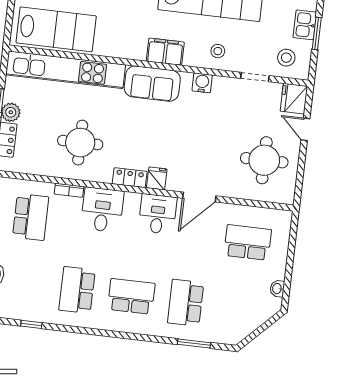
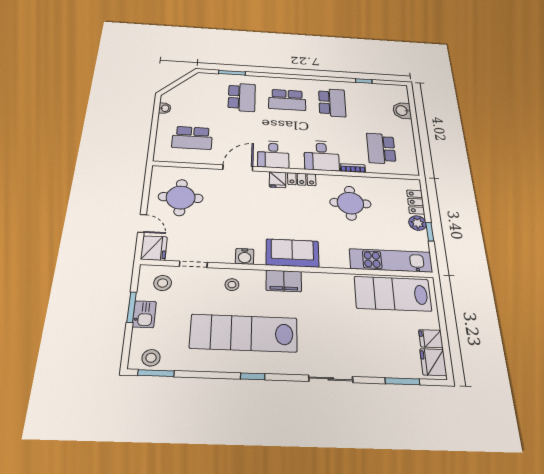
kitchen unit: (66, 70) -> (391, 260), width x0.73

